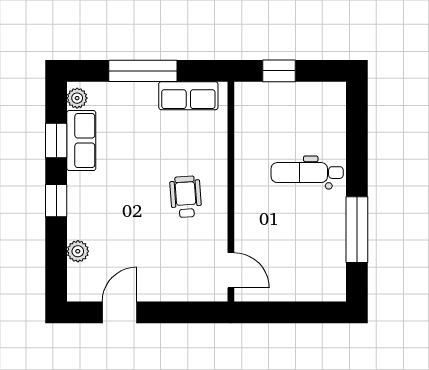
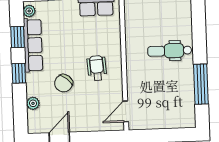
row of seats: (81, 141) -> (33, 45), width x1.48
chair: (130, 220) -> (64, 83), added
door: (231, 270) -> (126, 111), swing flipped

